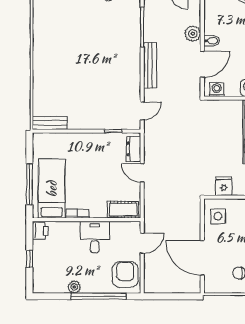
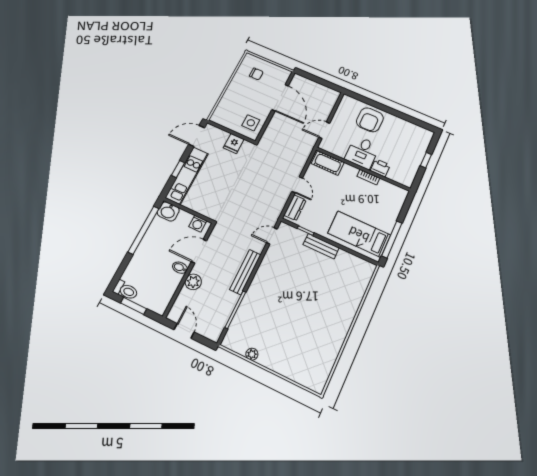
bench: (50, 123) -> (321, 246), moved
window: (29, 184) -> (392, 239), moved
bed: (52, 189) -> (359, 234), moved, turned 90
printer: (40, 231) -> (380, 168), moved, turned 90
armchair: (125, 275) -> (370, 120), moved
plant: (74, 287) -> (397, 122), removed
window: (99, 296) -> (380, 106), removed

